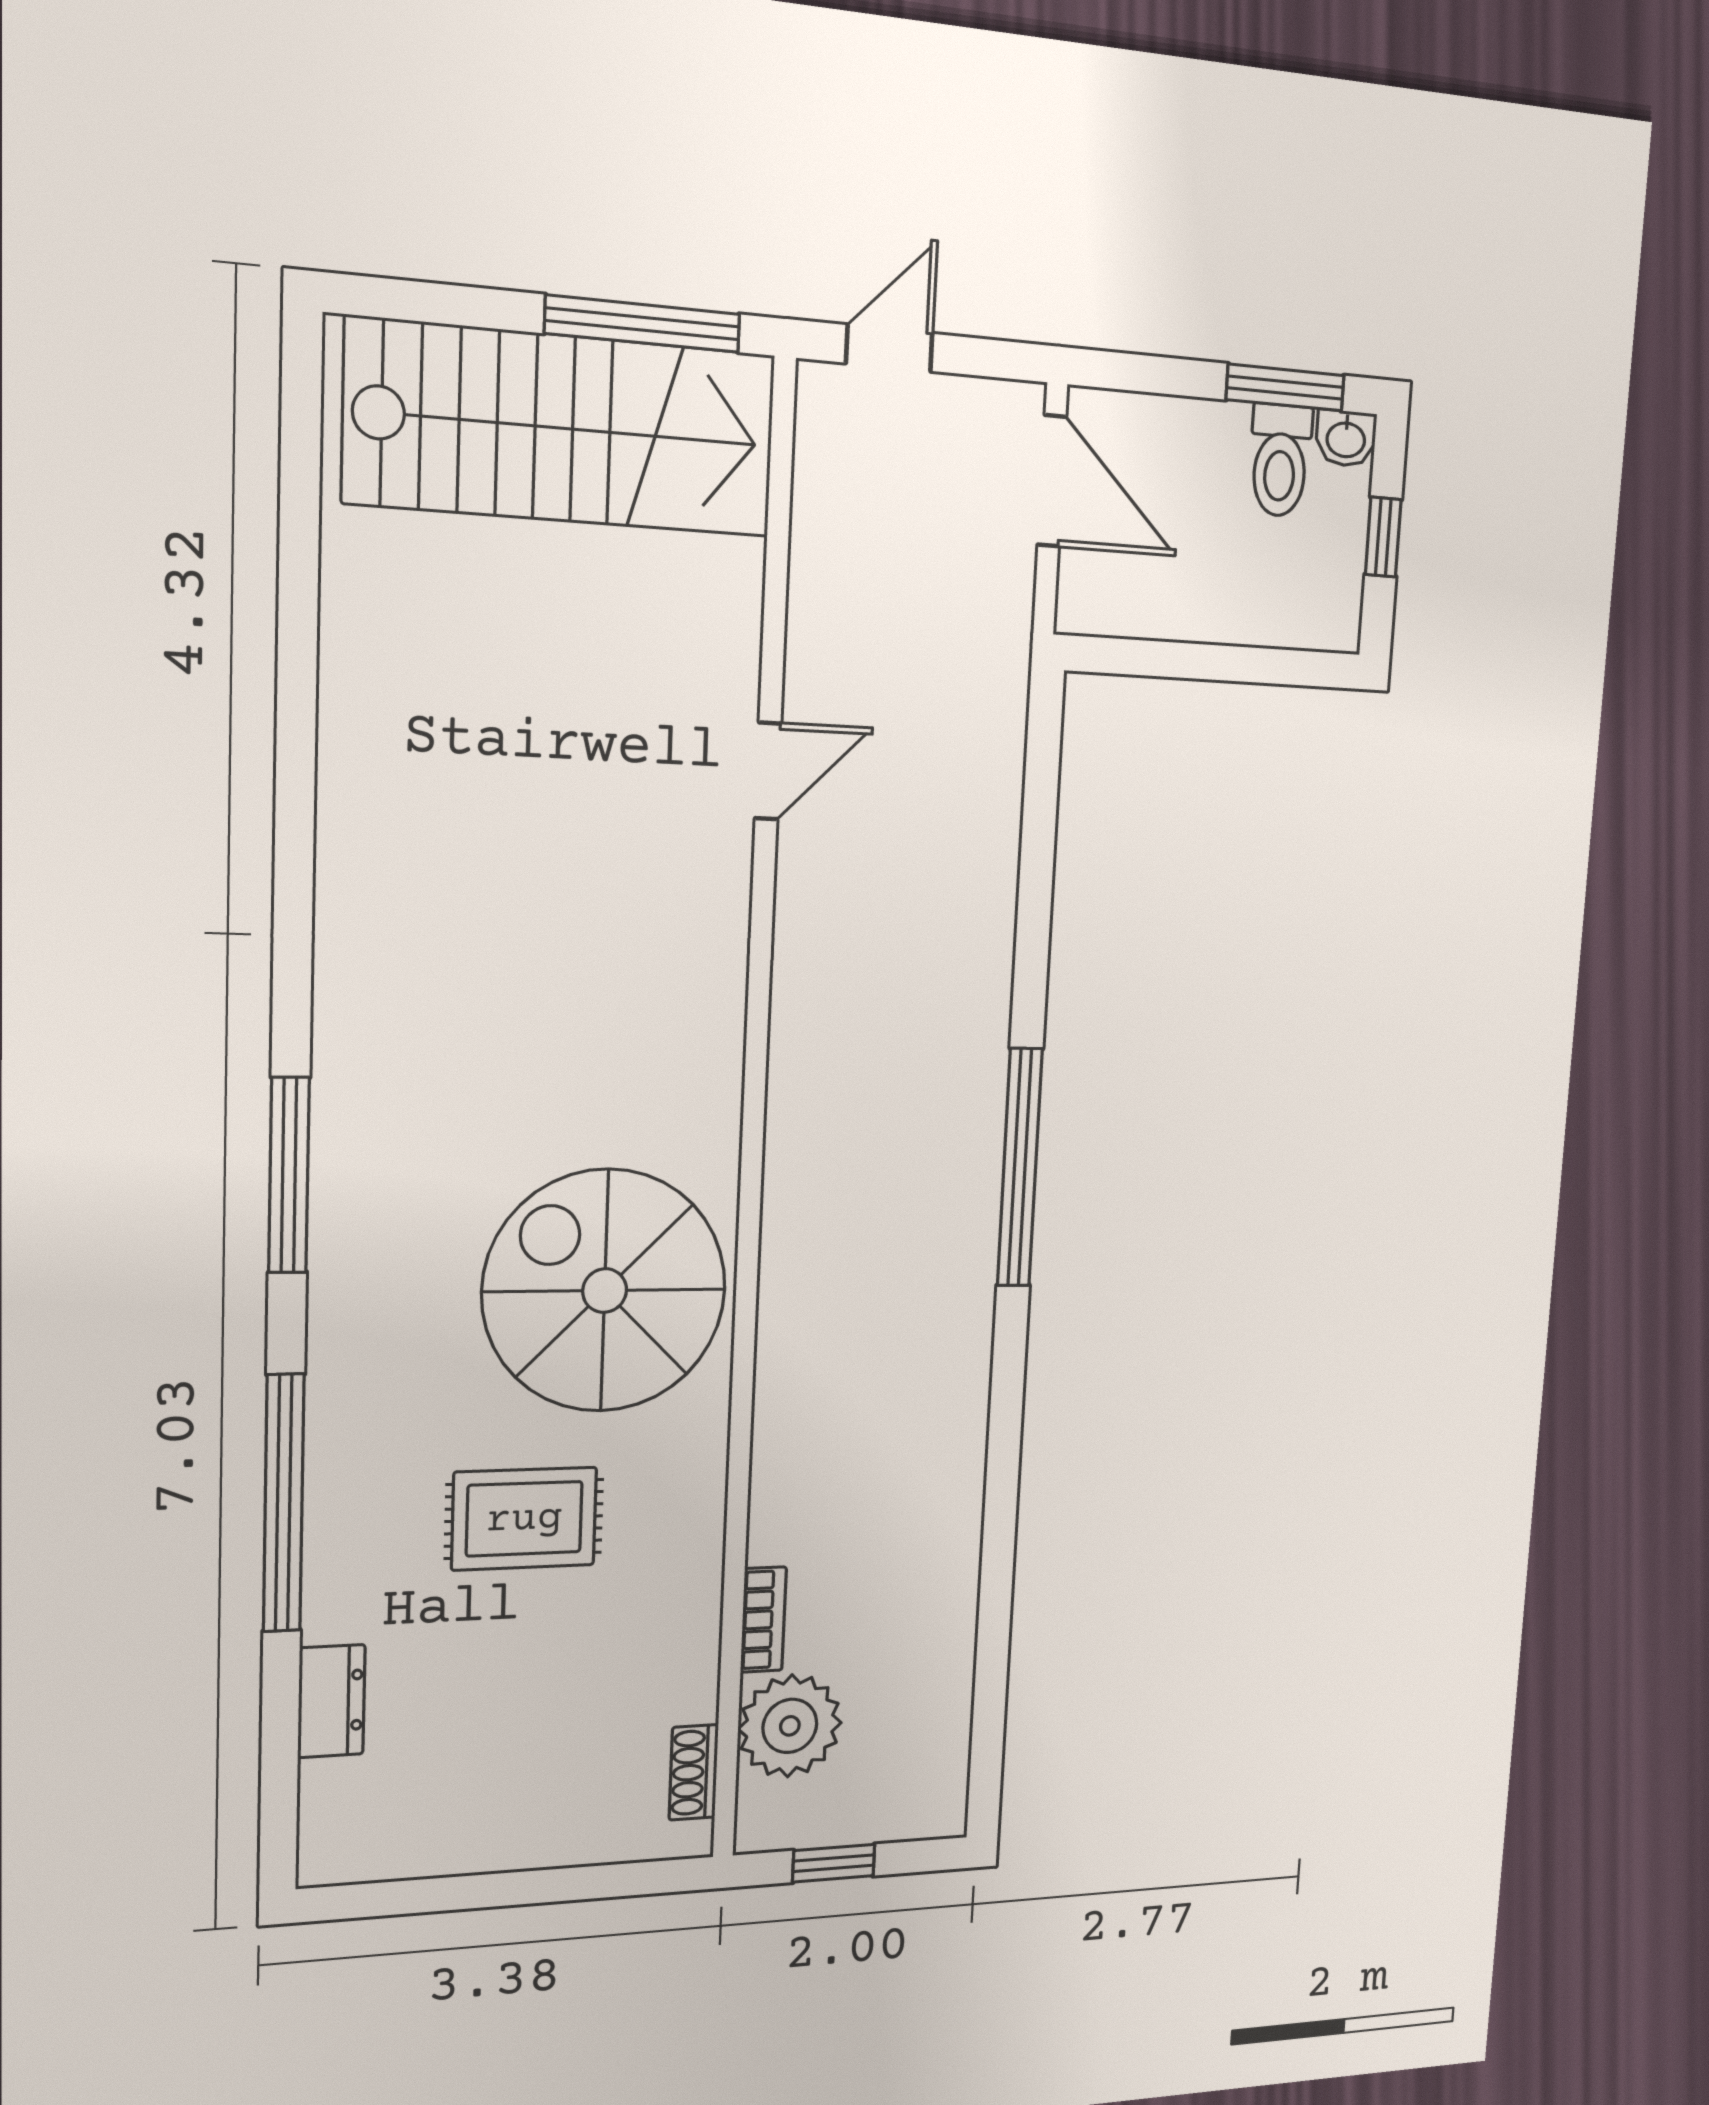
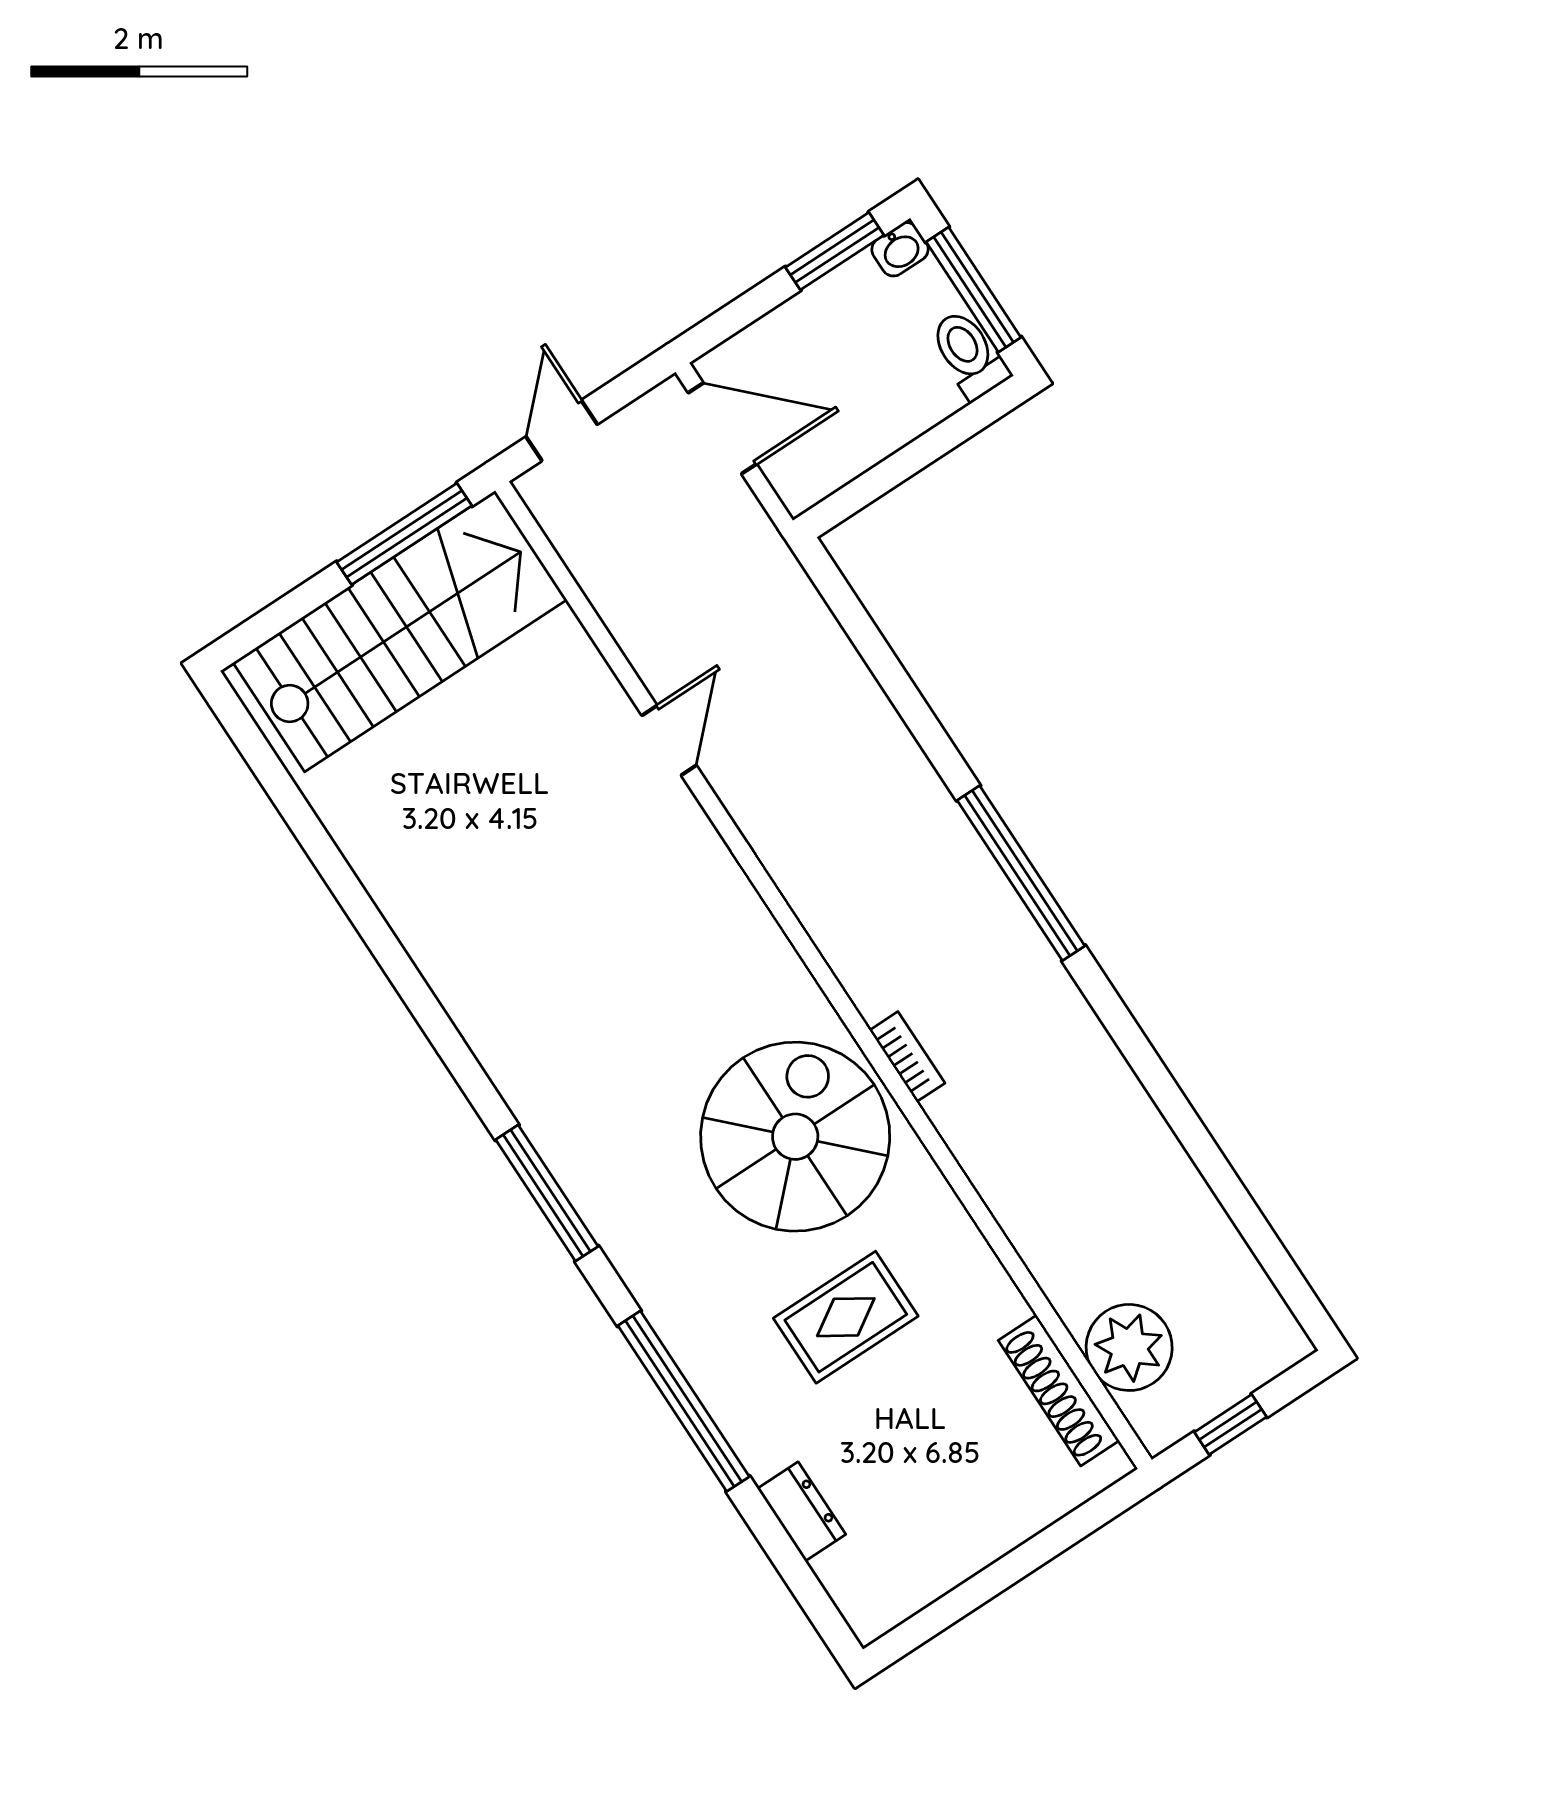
toilet: (1280, 460) -> (969, 354), moved, turned 180
window: (1383, 537) -> (973, 290), width x2.17
spiral stairs: (605, 1291) -> (795, 1137), turned 90
bookcase: (763, 1620) -> (907, 1057), moved
shoe rack: (694, 1772) -> (1059, 1391), width x1.94, depth x1.24

